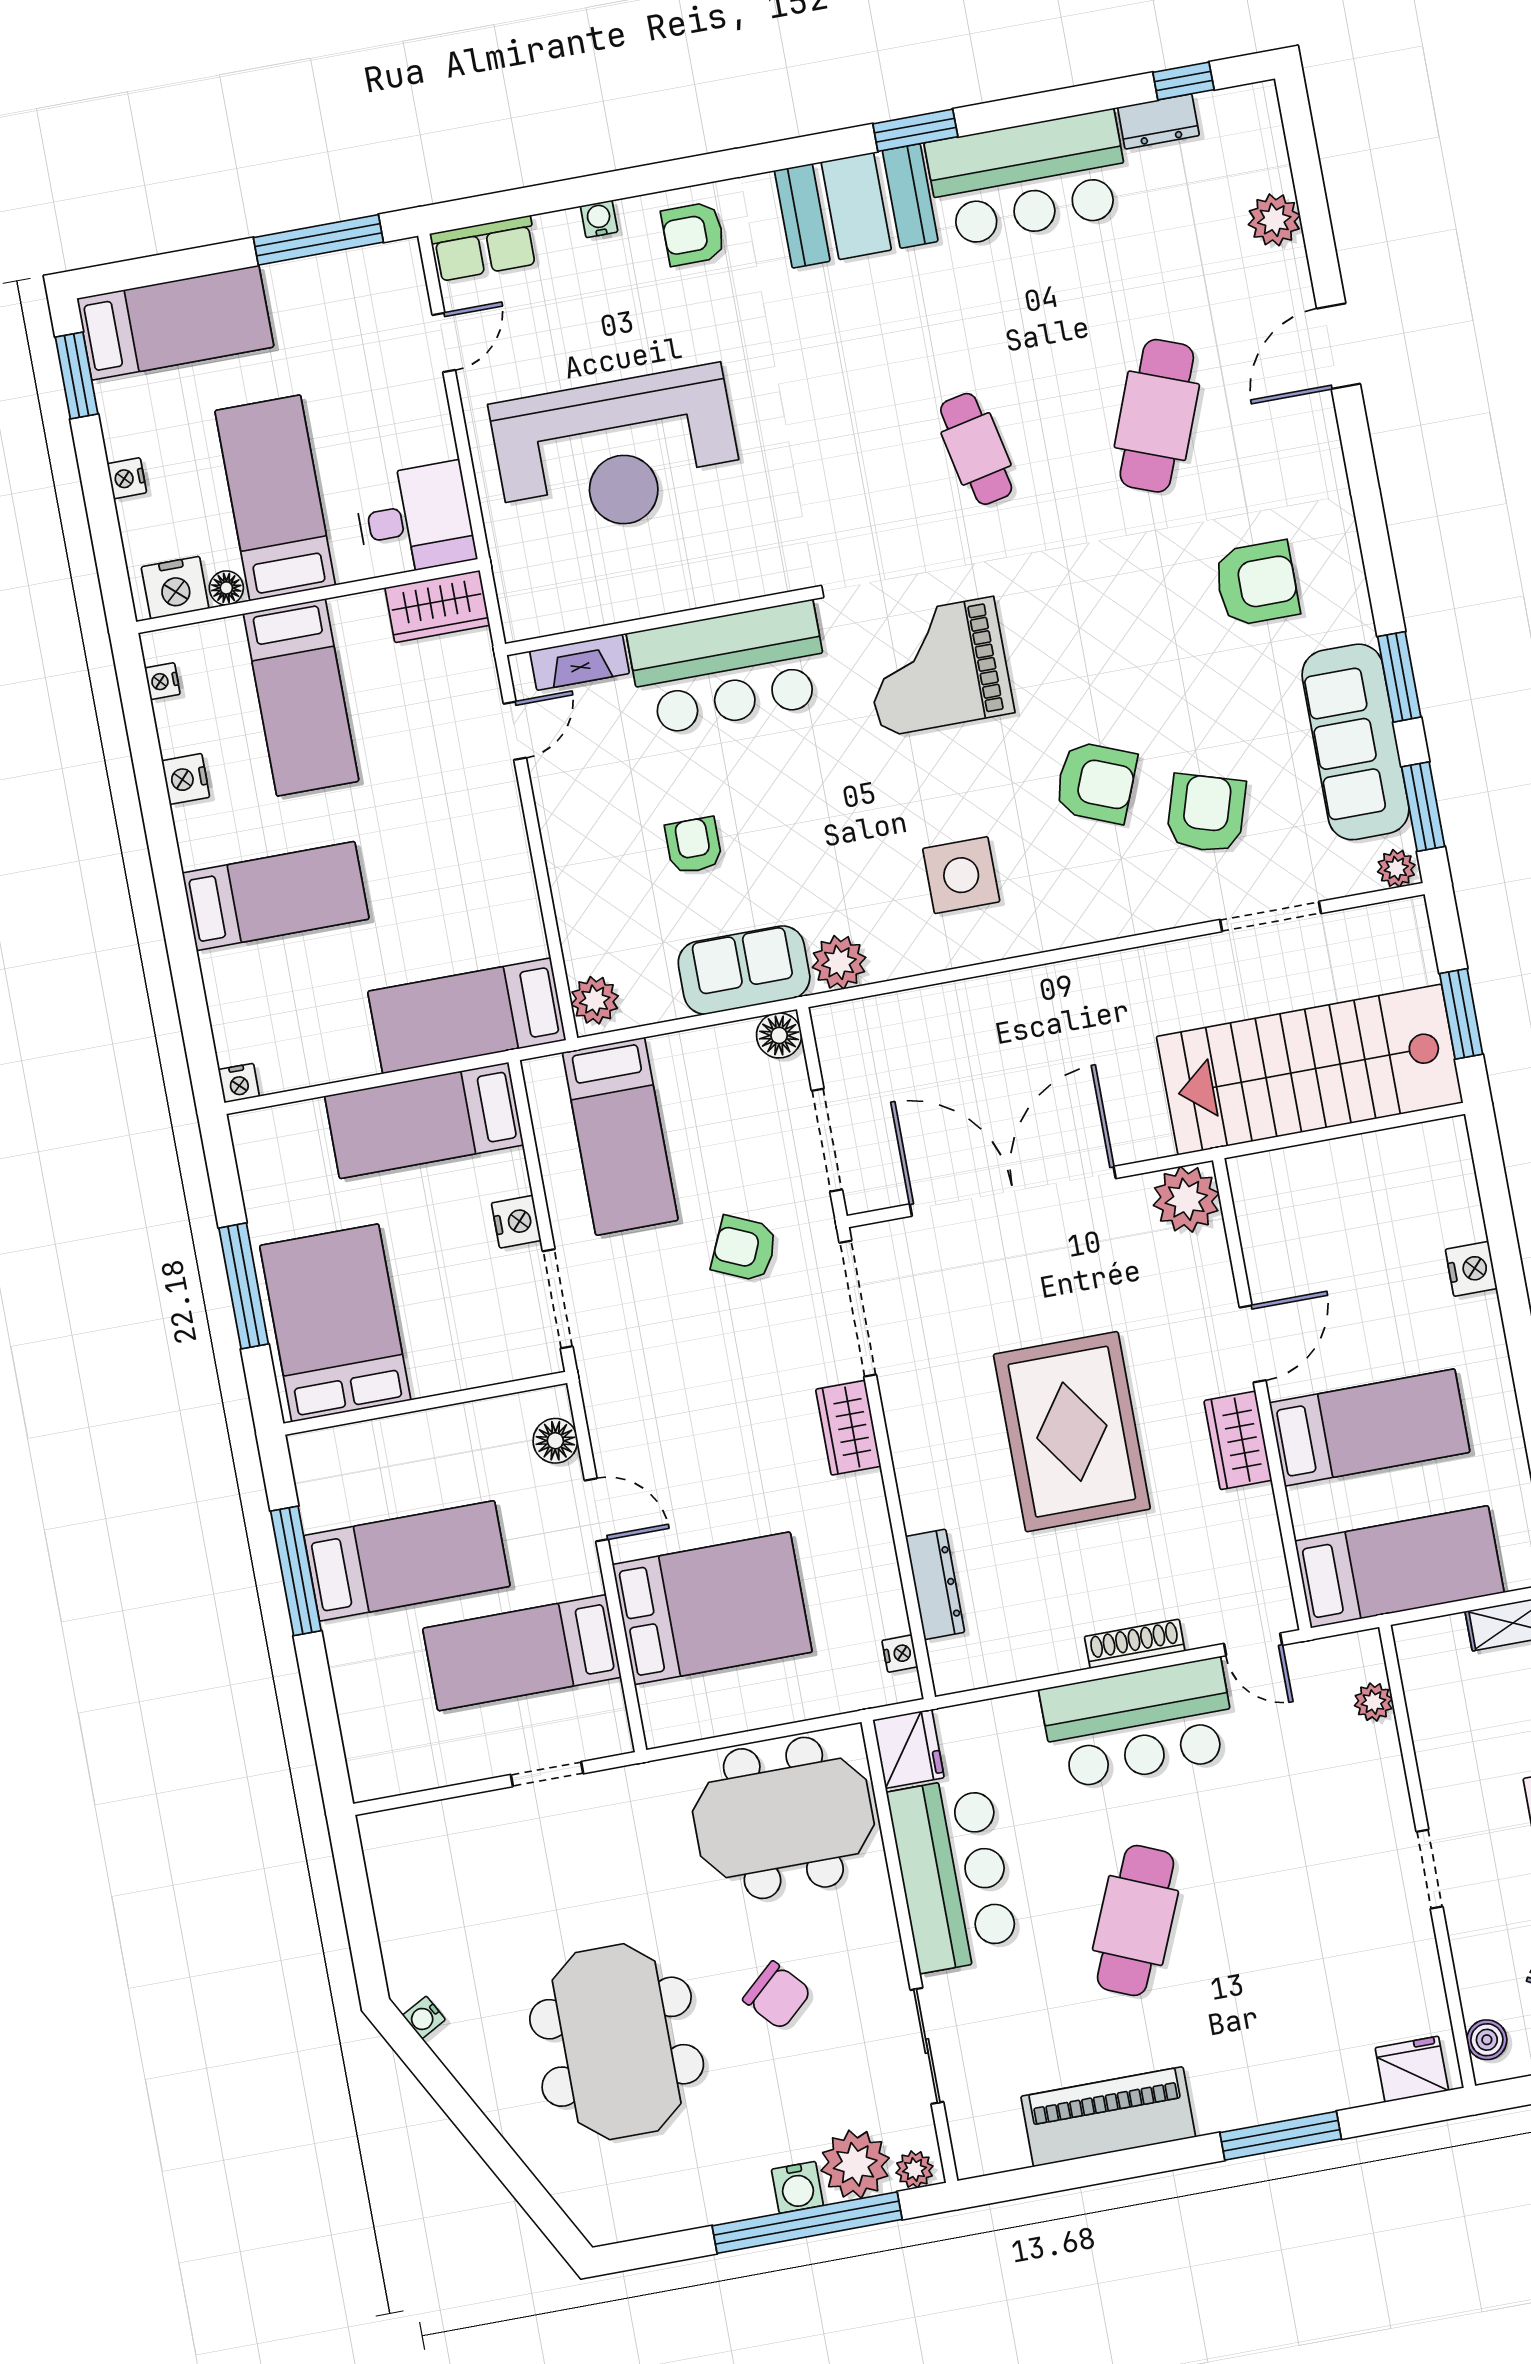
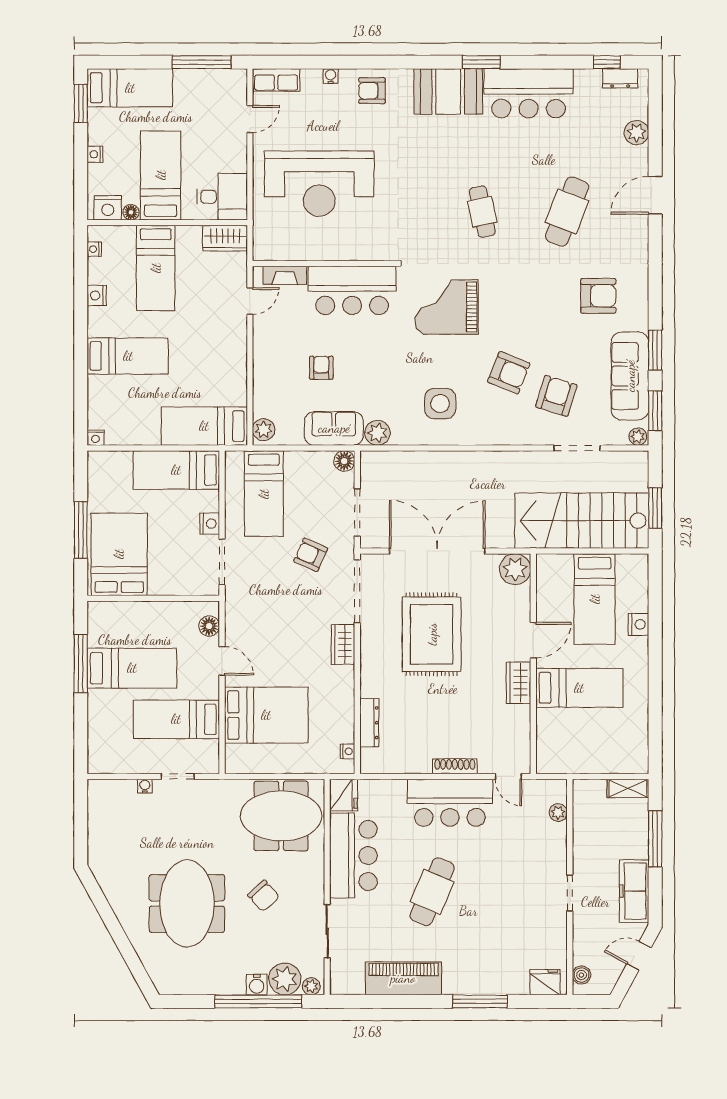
dresser: (1158, 121) -> (620, 78), moved
rug: (1072, 1432) -> (432, 634), moved
bed: (1399, 1567) -> (595, 599), moved, turned 90
water cooler: (424, 2017) -> (145, 786), moved, turned 119

